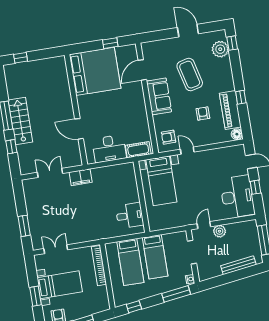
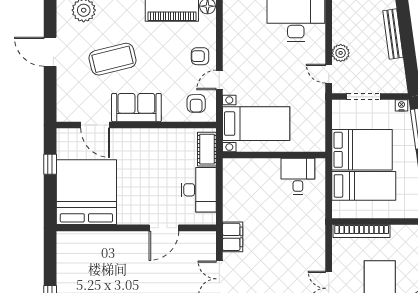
door: (188, 31) -> (50, 52), hinge flipped
armchair: (203, 113) -> (200, 56), moved
bed: (155, 257) -> (362, 150), width x1.50

